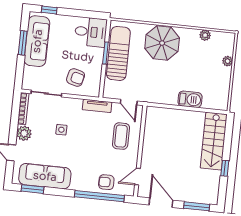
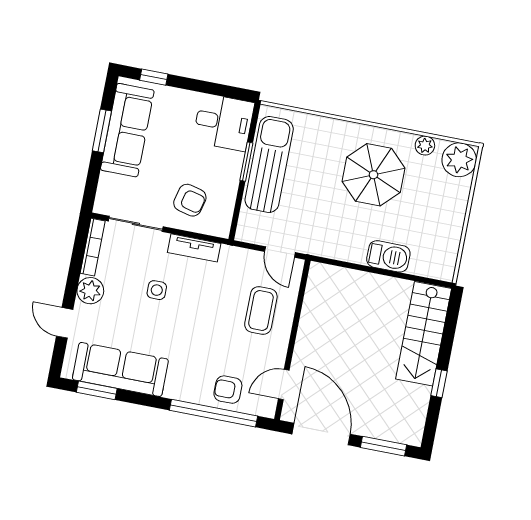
parasol: (162, 43) -> (373, 175), moved
plant: (228, 61) -> (459, 160), moved, width x1.88, depth x1.88
tv unit: (97, 106) -> (194, 248), moved
door: (161, 203) -> (321, 434), width x1.36

